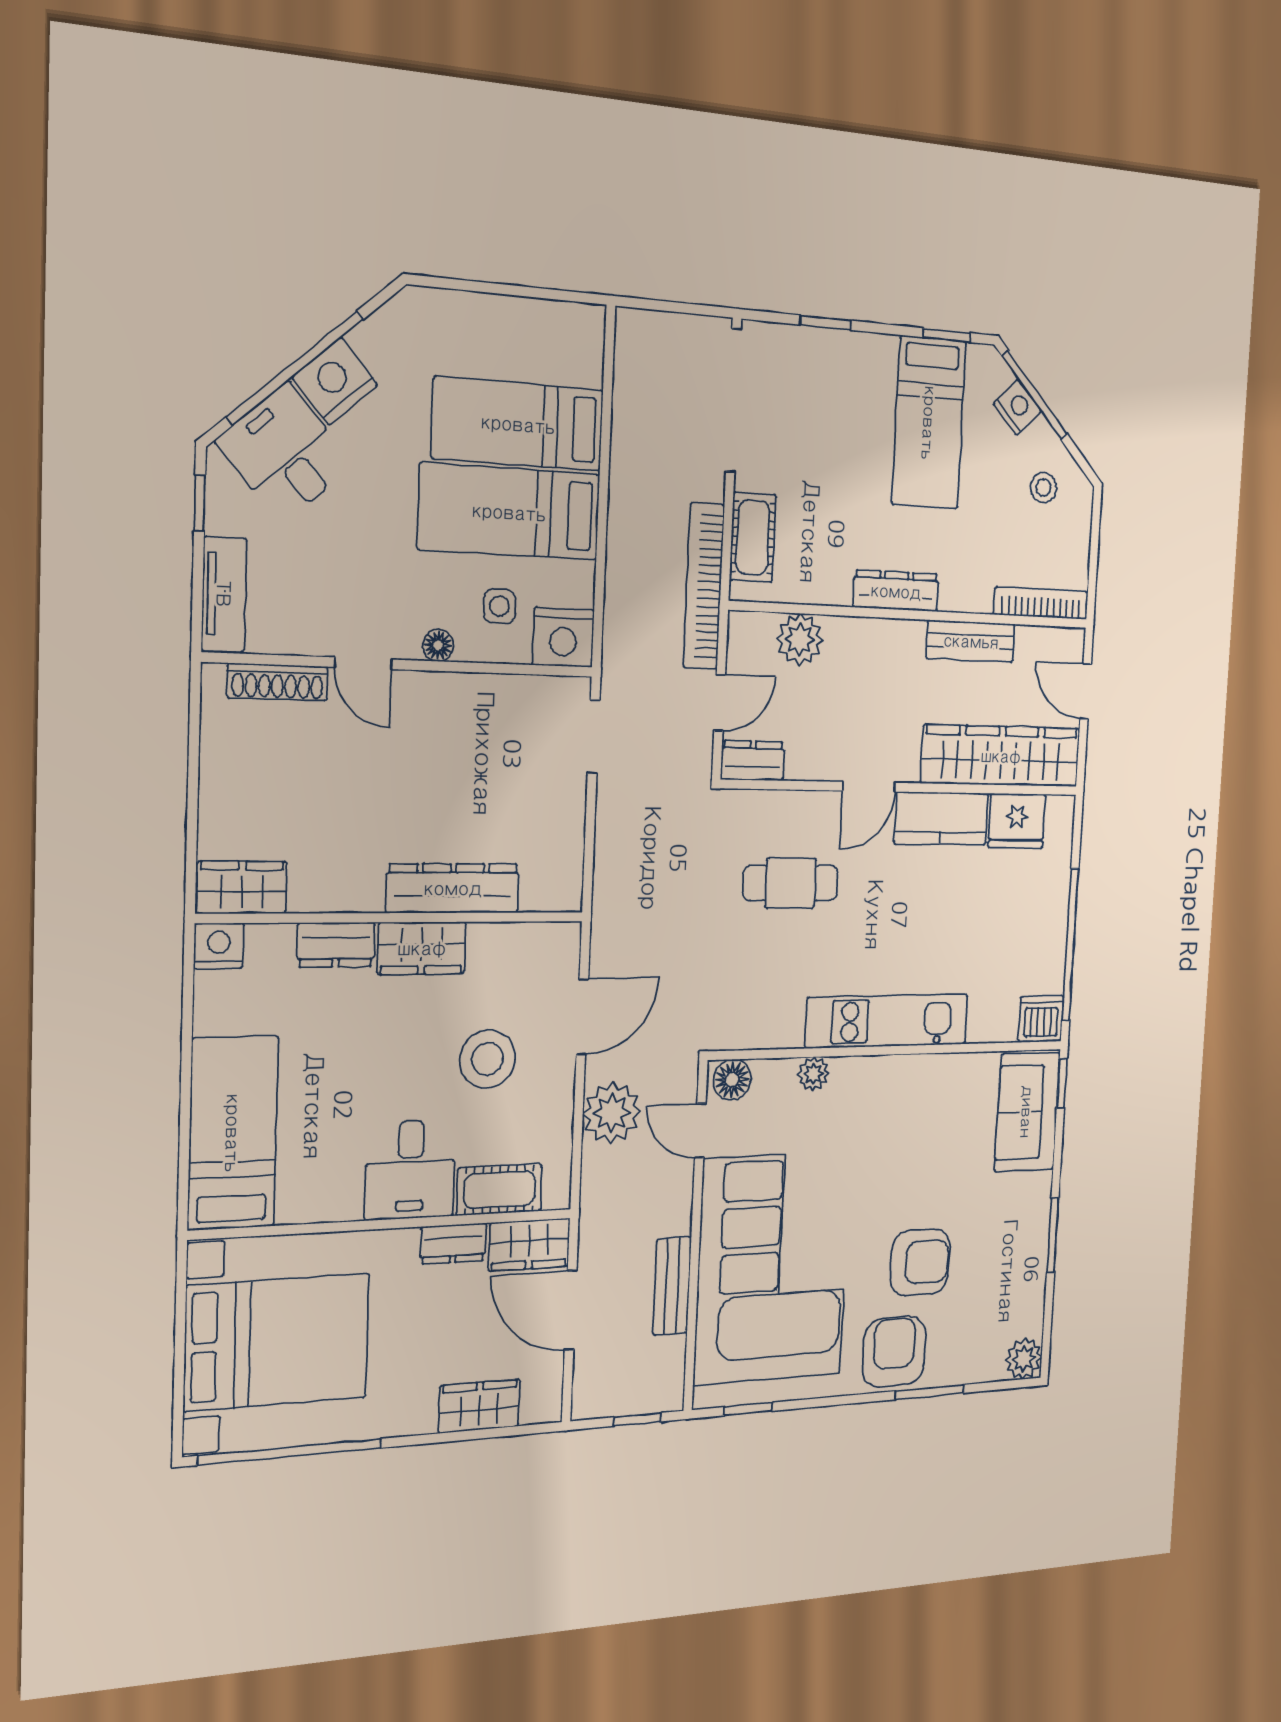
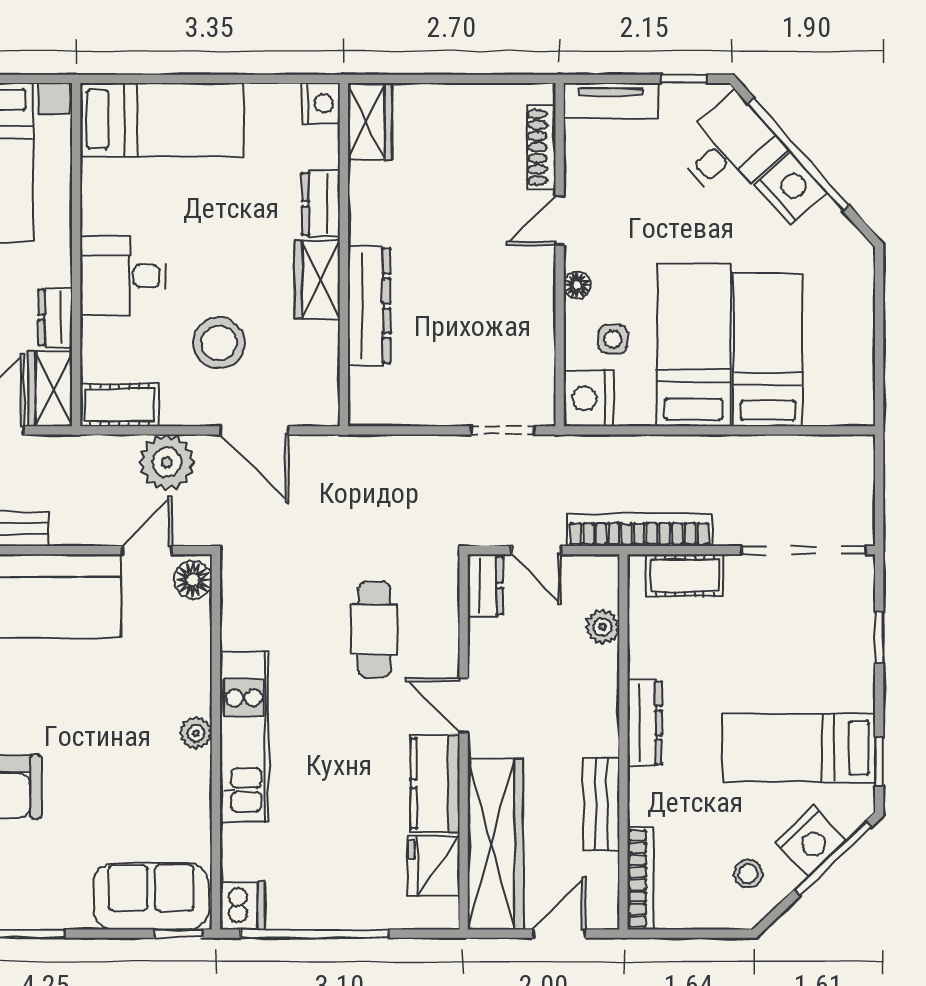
nightstand: (1017, 407) -> (811, 841), width x1.36, depth x1.33
plant: (800, 639) -> (602, 627), width x0.73, depth x0.73
plant: (813, 1074) -> (196, 733), moved
cot: (499, 1190) -> (119, 405), moved, turned 90

